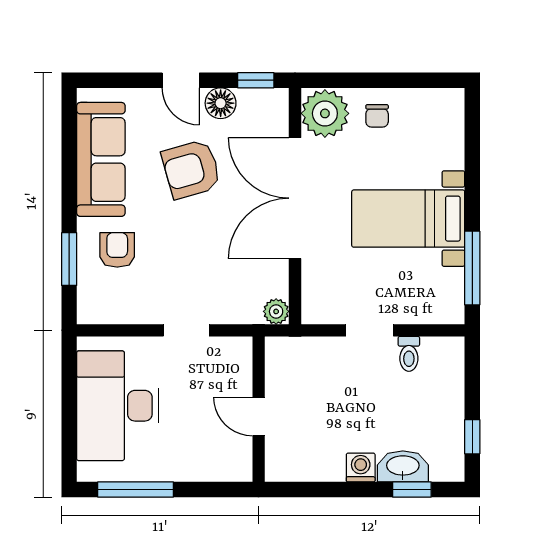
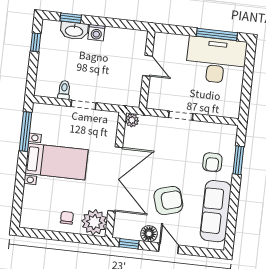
desk: (118, 406) -> (216, 60), moved, turned -90

